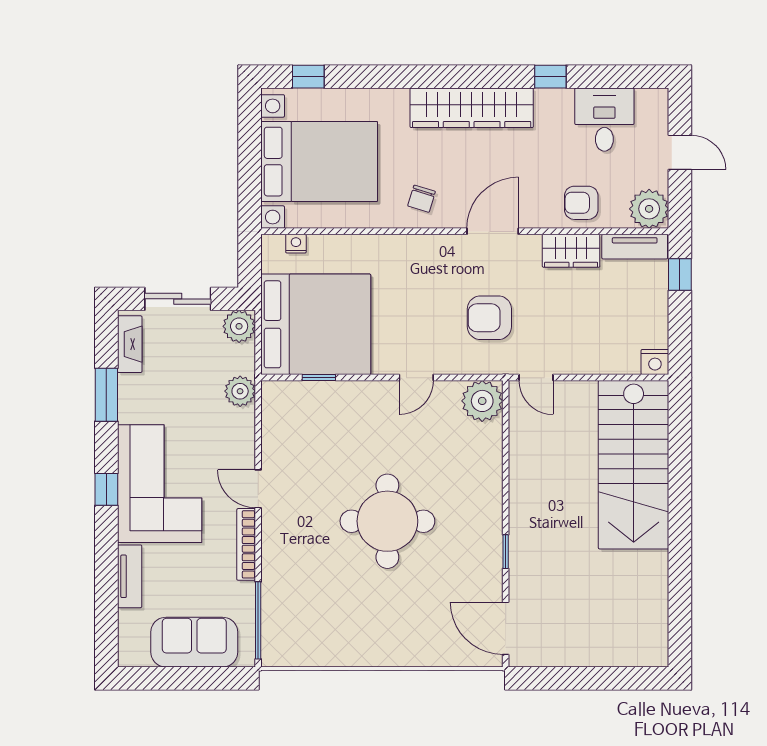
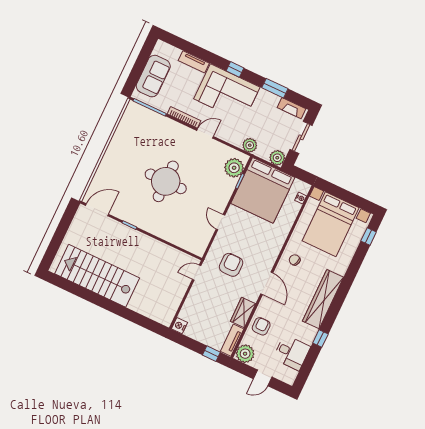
plant: (482, 401) -> (234, 168), moved
stairs: (634, 465) -> (97, 276), moved

